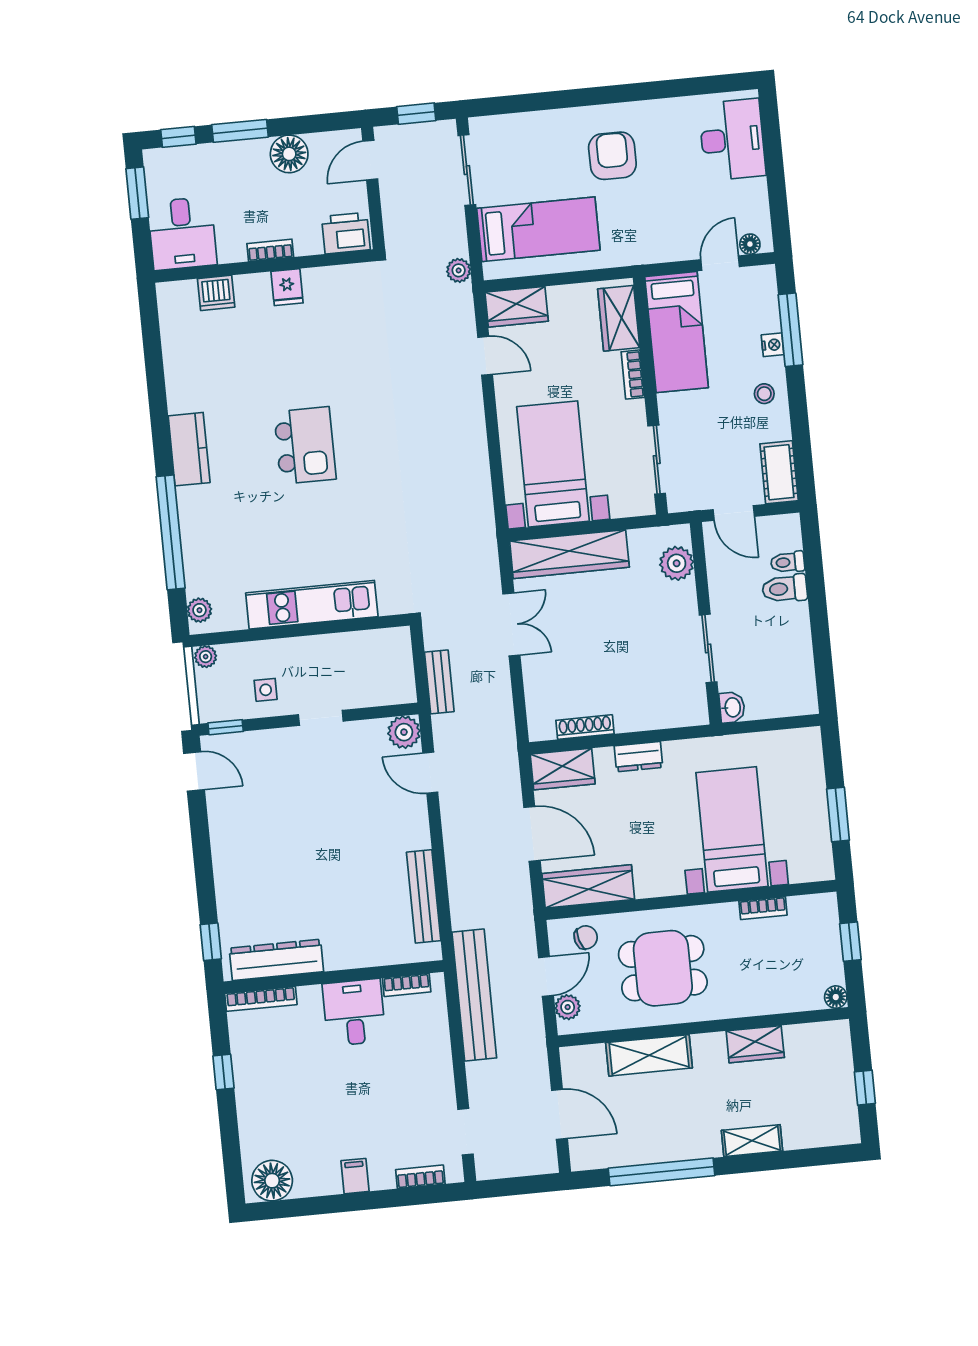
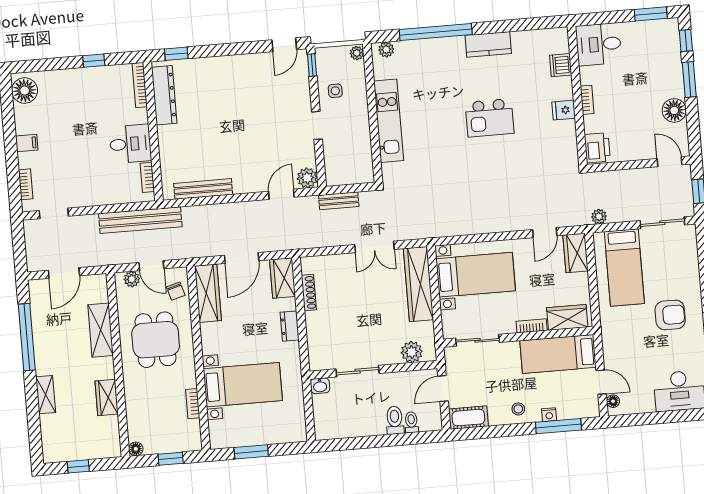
desk: (182, 233) -> (599, 44), moved
printer: (346, 233) -> (597, 148), moved
bookcase: (270, 250) -> (587, 100), moved
wall: (264, 266) -> (577, 96), moved
fridge: (287, 287) -> (564, 110), moved
dishwasher: (216, 293) -> (561, 65), moved

